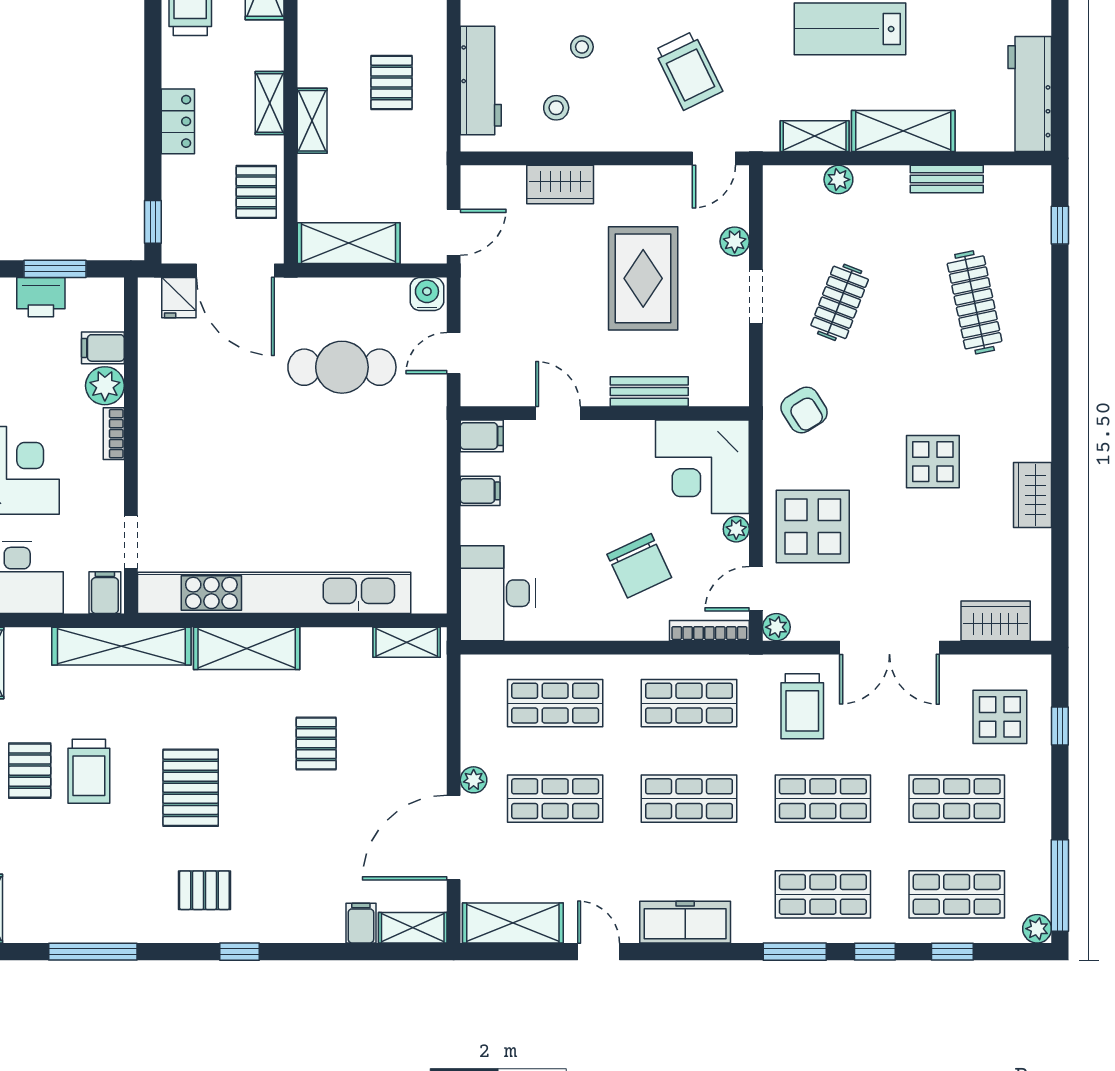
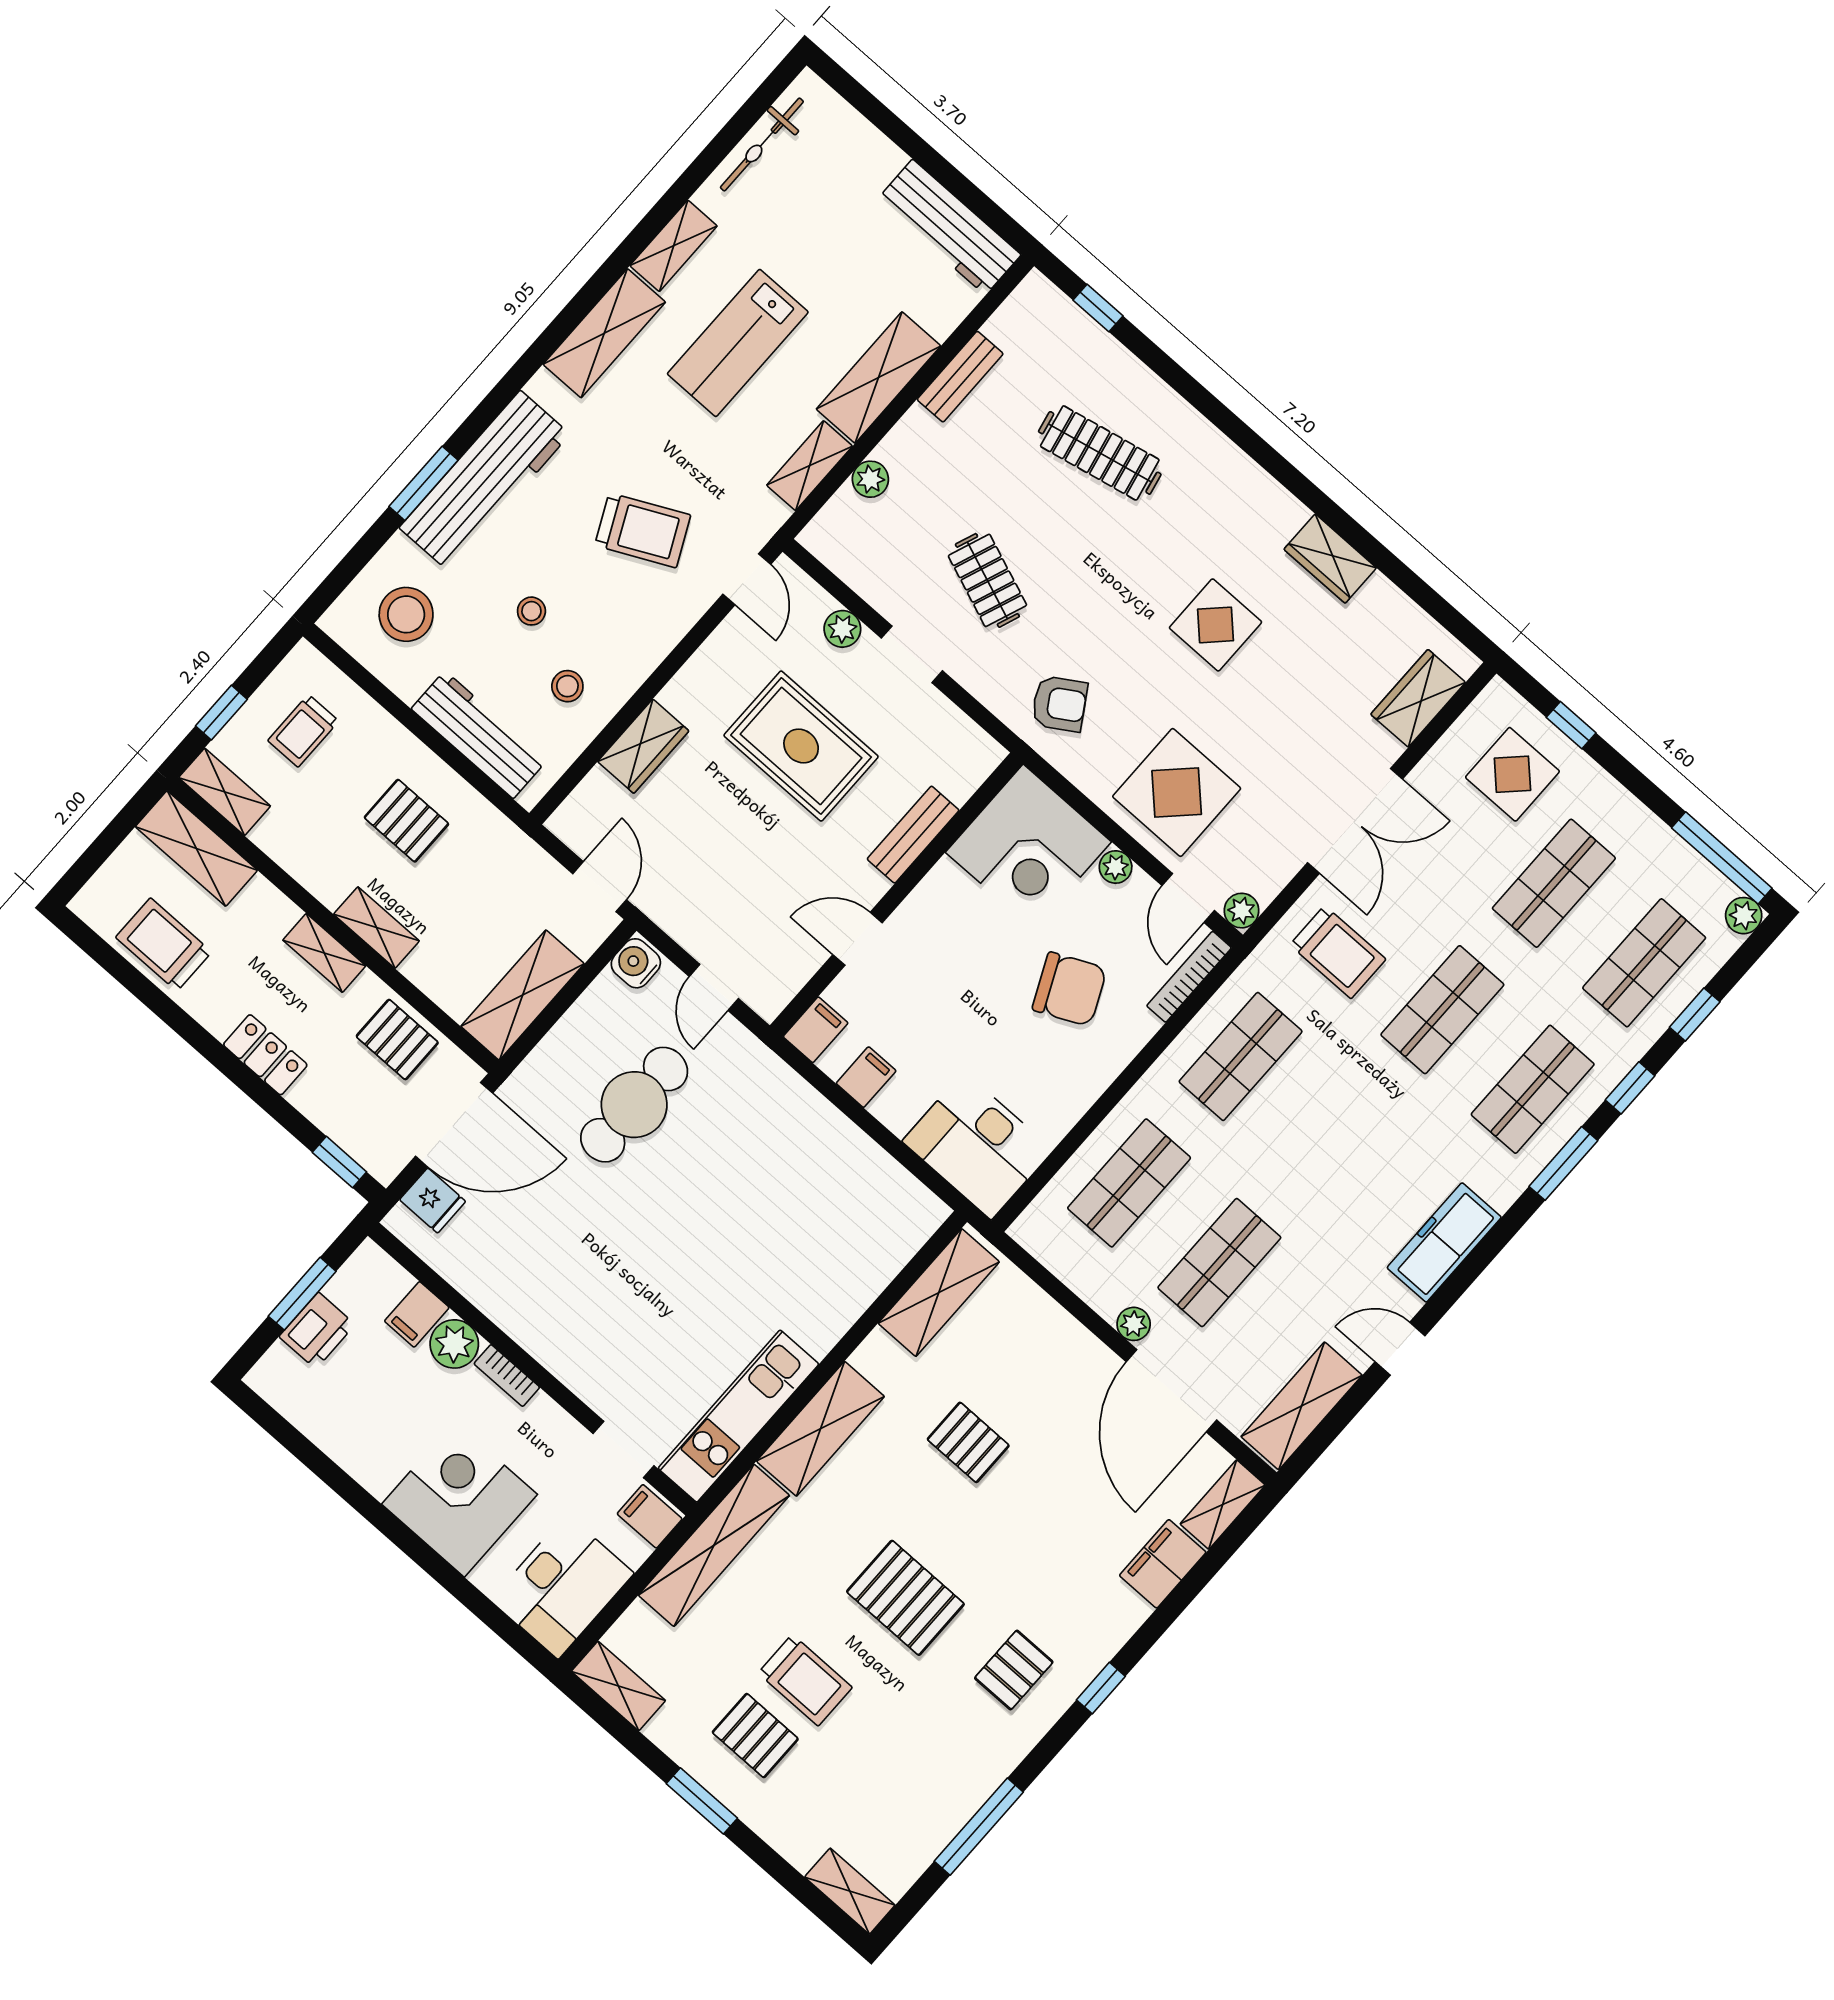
kitchen unit: (274, 593) -> (738, 1416), width x0.54
shelving: (407, 642) -> (939, 1293), width x1.50, depth x1.33
shop shelf: (689, 799) -> (1331, 1136), removed
filing cabinet: (361, 923) -> (1163, 1564), width x2.00

